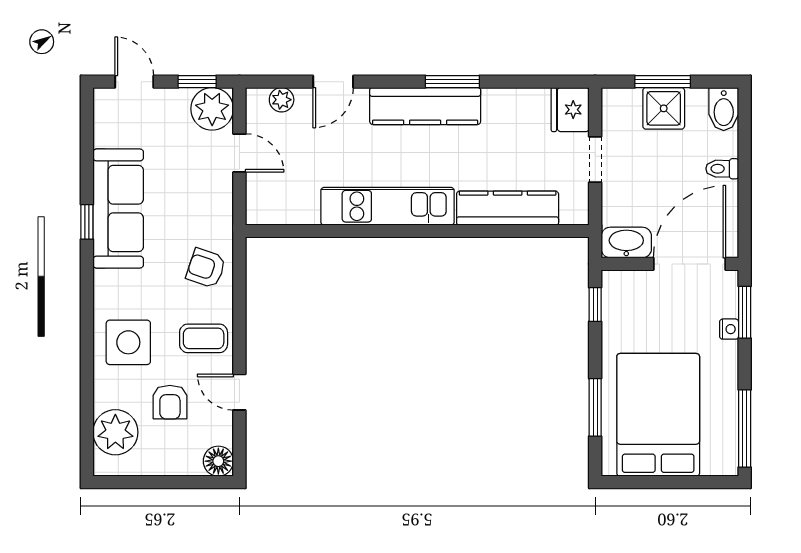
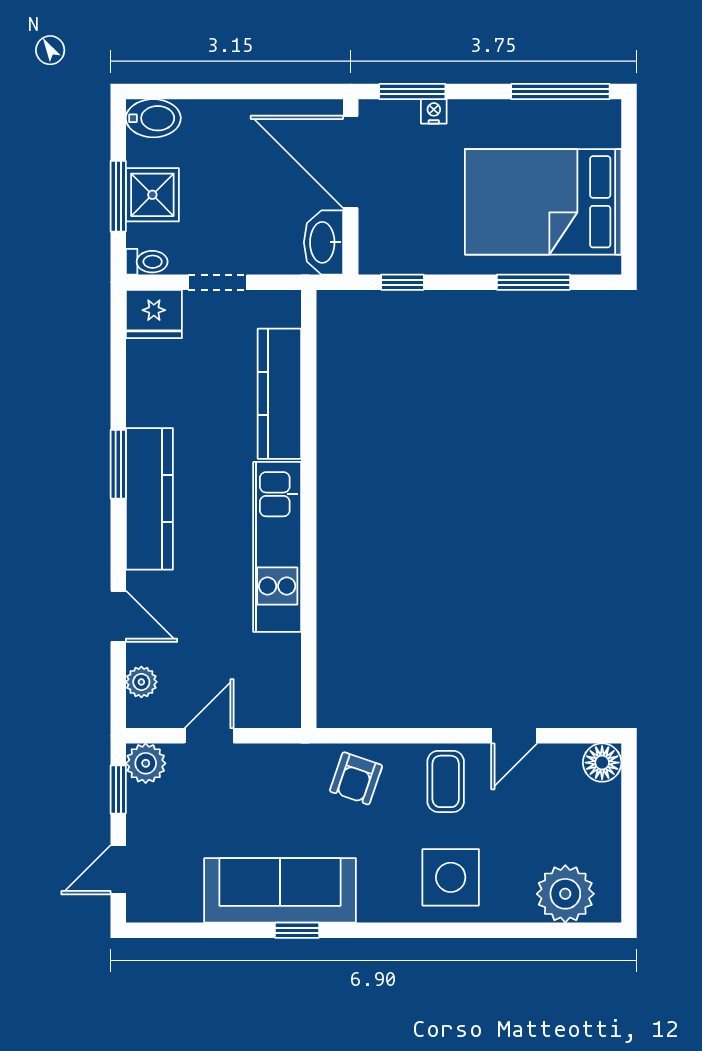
plant: (212, 109) -> (146, 763), width x0.73, depth x0.73
toilet: (722, 169) -> (147, 262), moved, turned -90
armchair: (170, 402) -> (527, 824), removed

